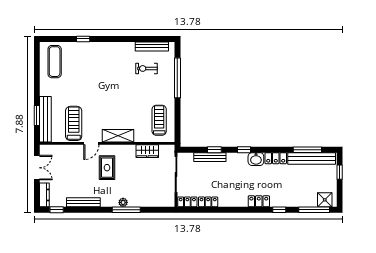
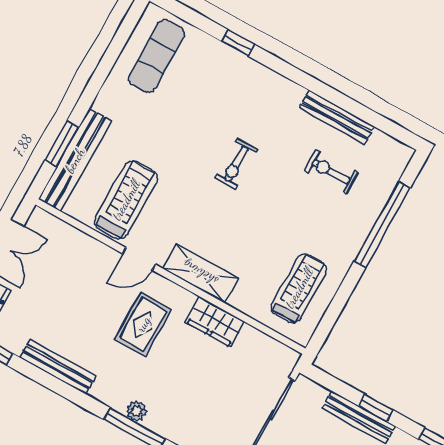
bench: (152, 46) -> (337, 117), moved
exercise bike: (108, 86) -> (236, 164), added
wardrobe: (147, 151) -> (215, 322), moved

